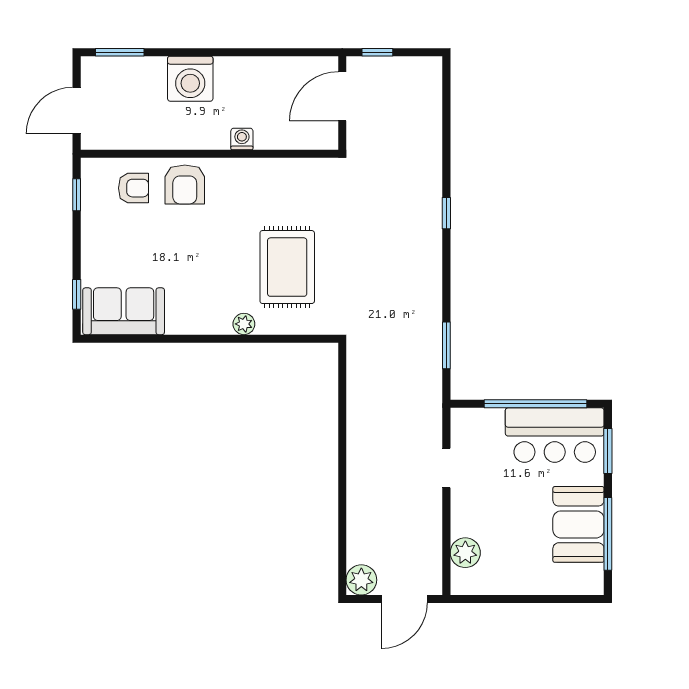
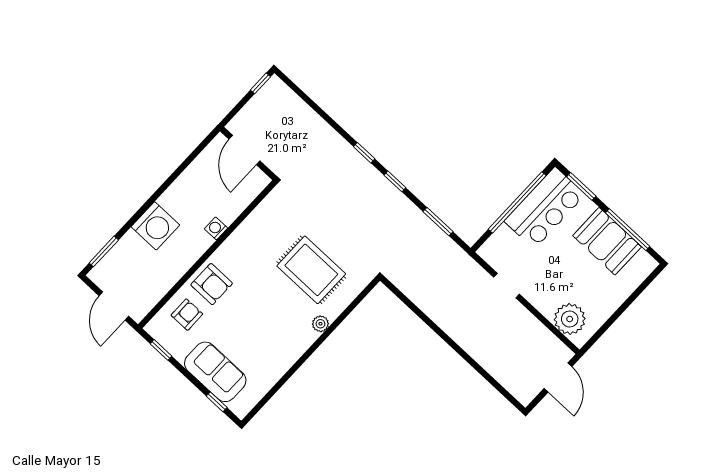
window: (377, 52) -> (260, 83), moved
window: (446, 268) -> (395, 181), added
sofa: (124, 311) -> (215, 372), moved, turned 90
plant: (465, 553) -> (570, 319), width x1.36, depth x1.36
plant: (361, 580) -> (525, 392), removed

